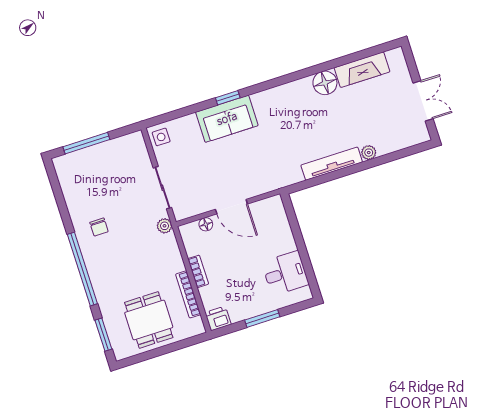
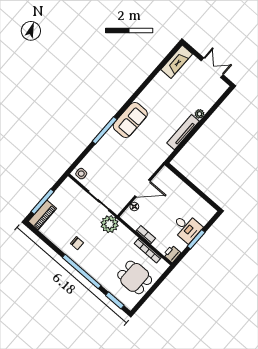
fireplace: (362, 70) -> (177, 62), moved
floor lamp: (325, 83) -> (153, 90), removed
window: (228, 98) -> (105, 130), width x2.17
sofa: (227, 119) -> (130, 120), moved
piano: (75, 161) -> (42, 215), added
plant: (164, 226) -> (110, 224), width x1.88, depth x1.88
desk: (285, 273) -> (187, 228), moved, turned 90

